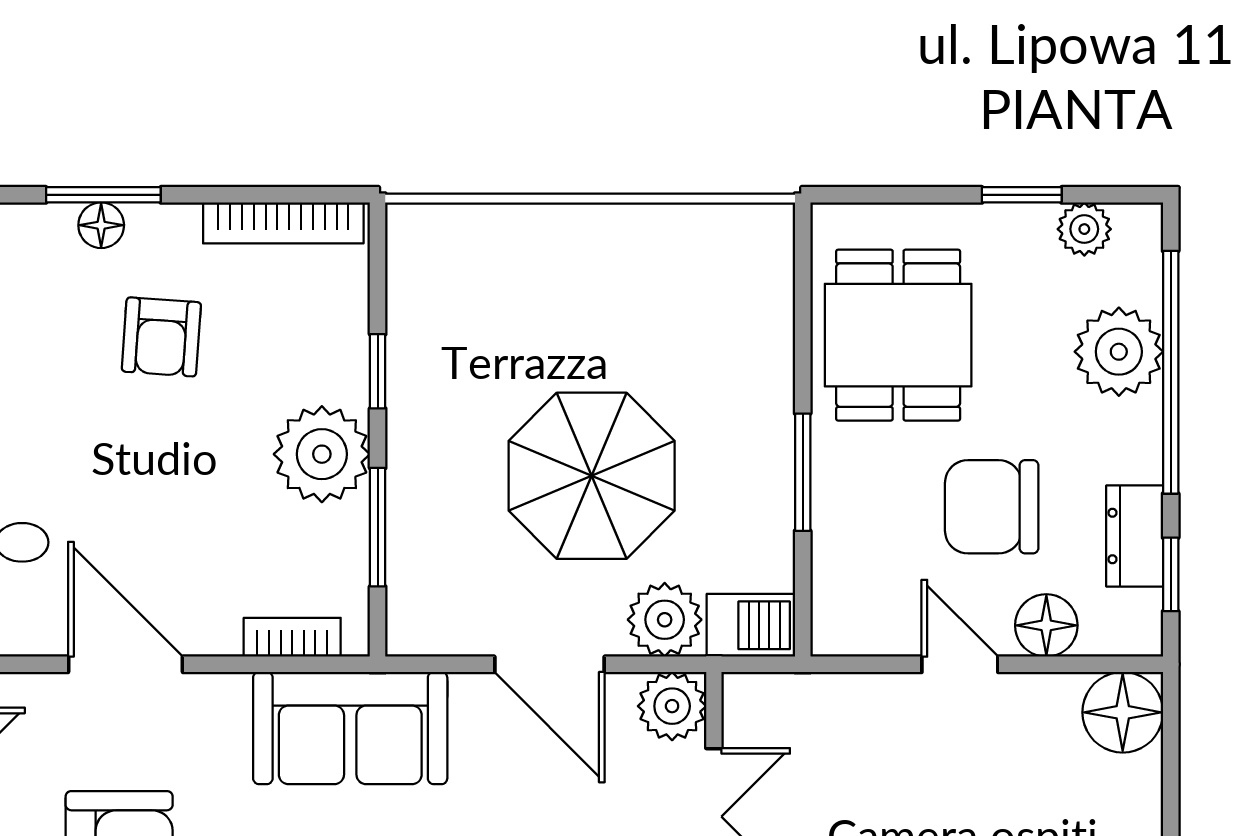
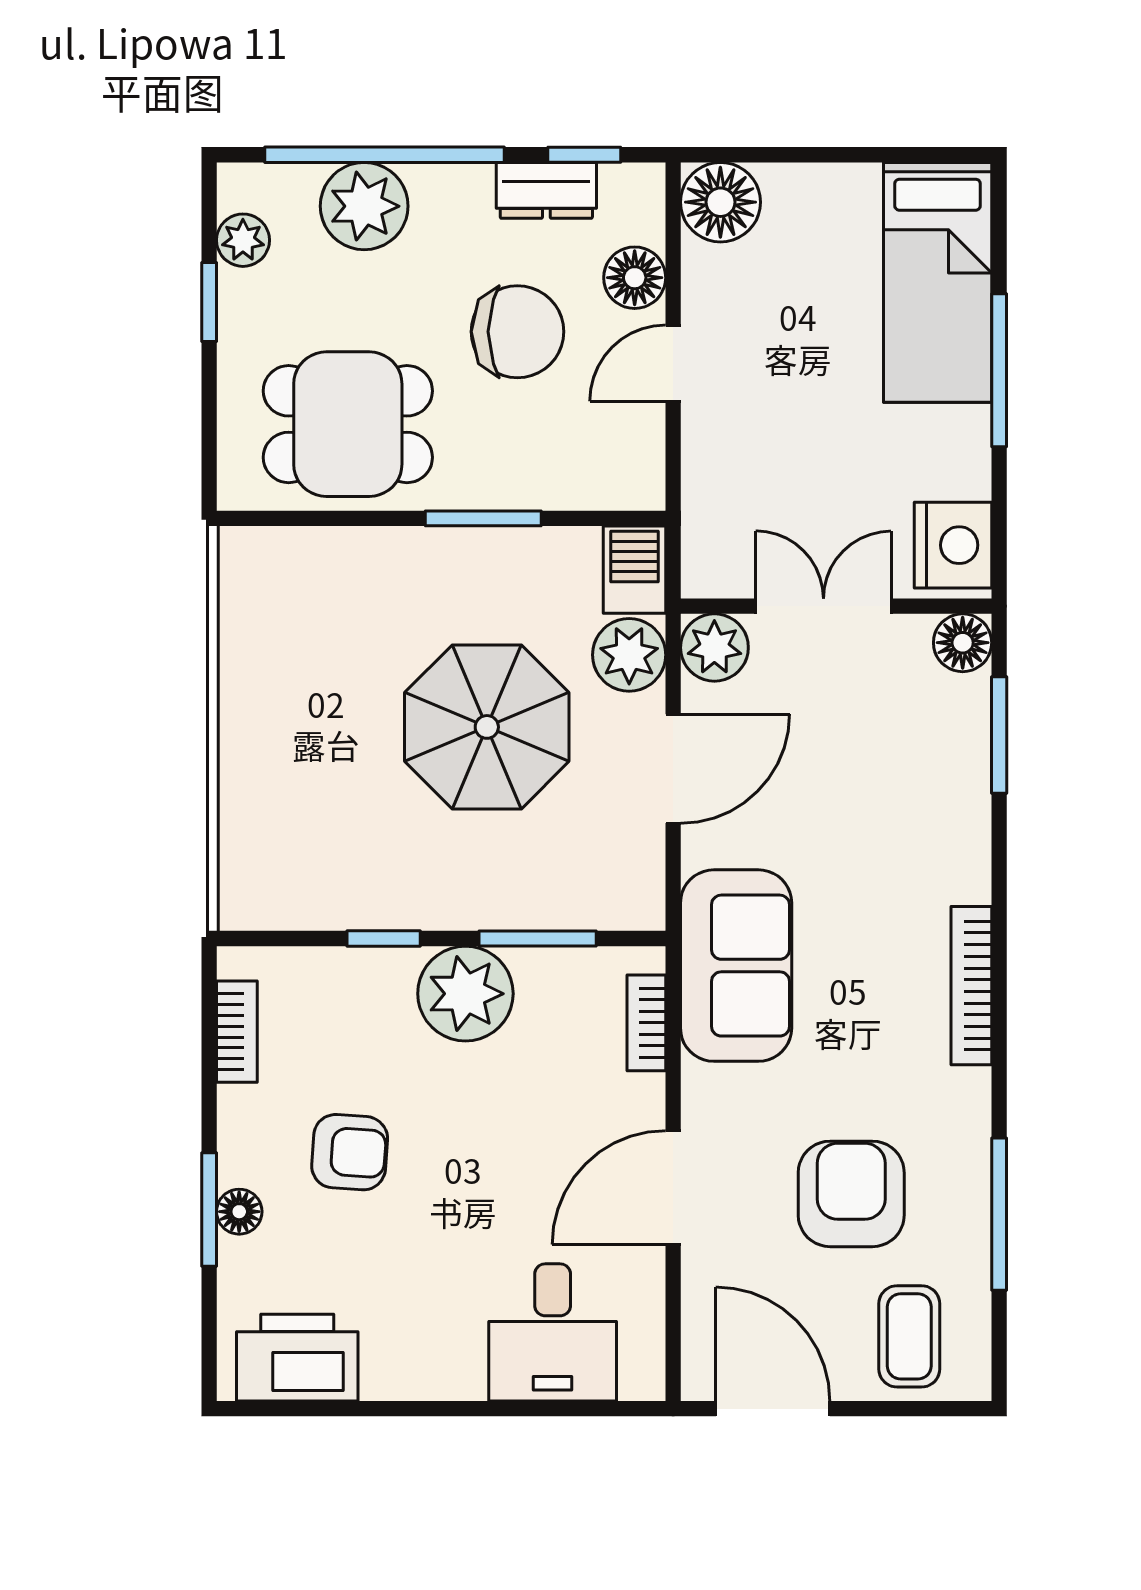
bookcase: (283, 223) -> (237, 1032), width x0.64
chair: (992, 507) -> (517, 332), turned -90

